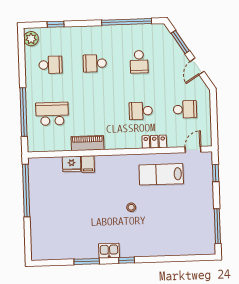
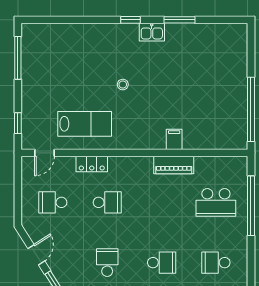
fridge: (72, 164) -> (194, 140), removed

